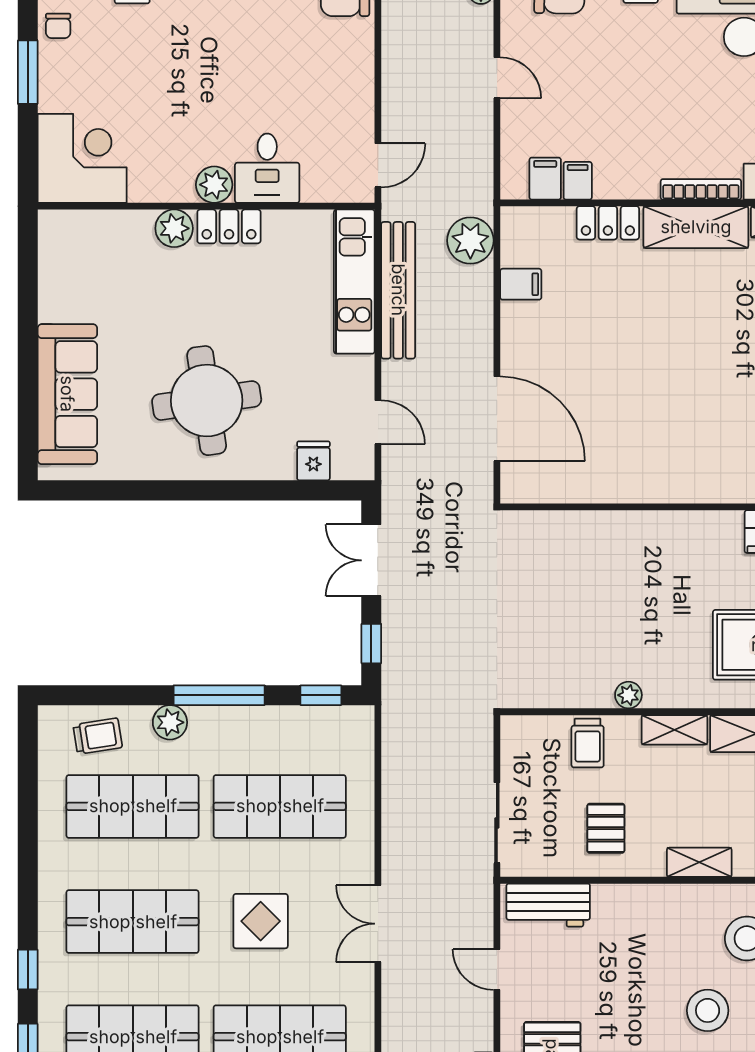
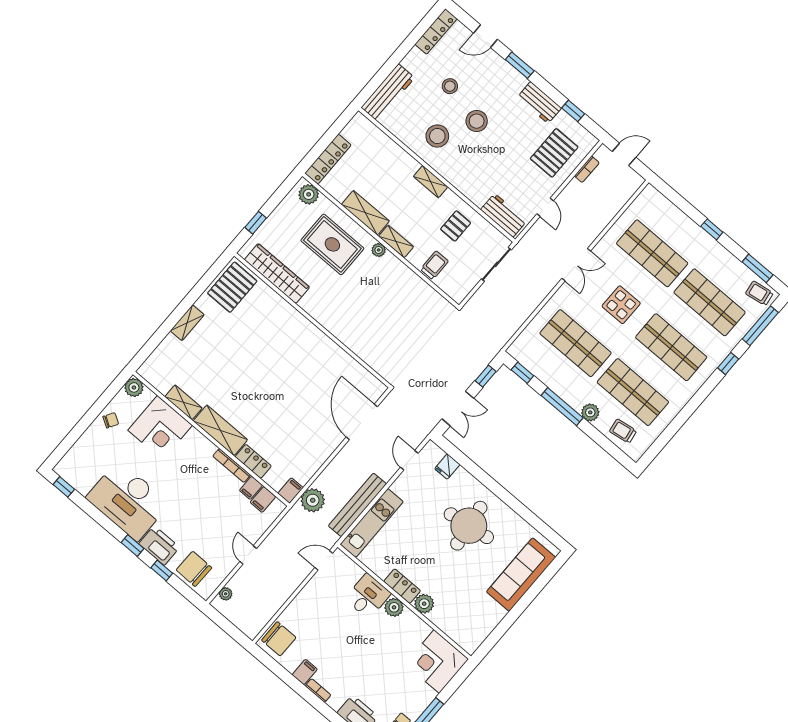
bookcase: (701, 189) -> (232, 465), moved
filing cabinet: (521, 284) -> (291, 490), moved, turned 90
plant: (628, 695) -> (379, 250), moved

